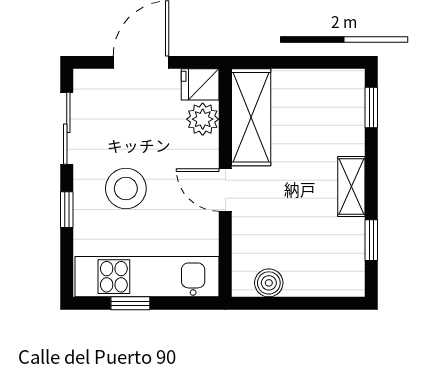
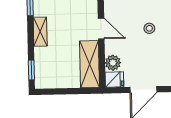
stool: (126, 189) -> (149, 28), width x0.53, depth x0.53

